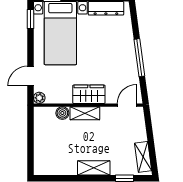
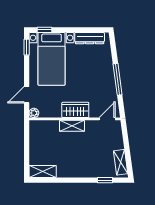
boiler: (62, 113) -> (53, 126), removed
shelving: (94, 168) -> (43, 171), moved

